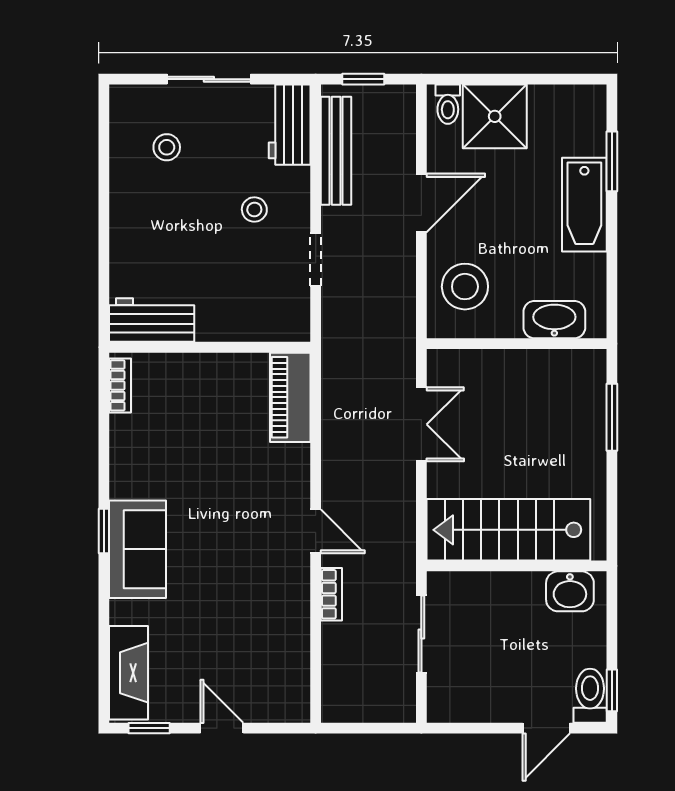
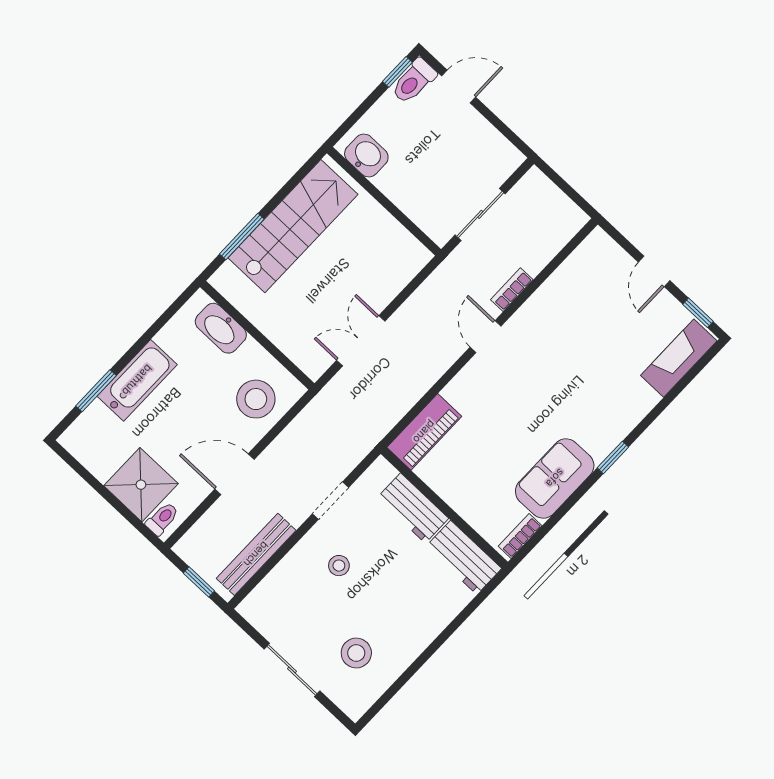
workbench: (290, 125) -> (413, 508), moved, turned 90
stool: (167, 147) -> (356, 653), width x1.37, depth x1.37
stairs: (508, 530) -> (293, 226), moved, turned -90
sofa: (138, 549) -> (555, 478), moved

